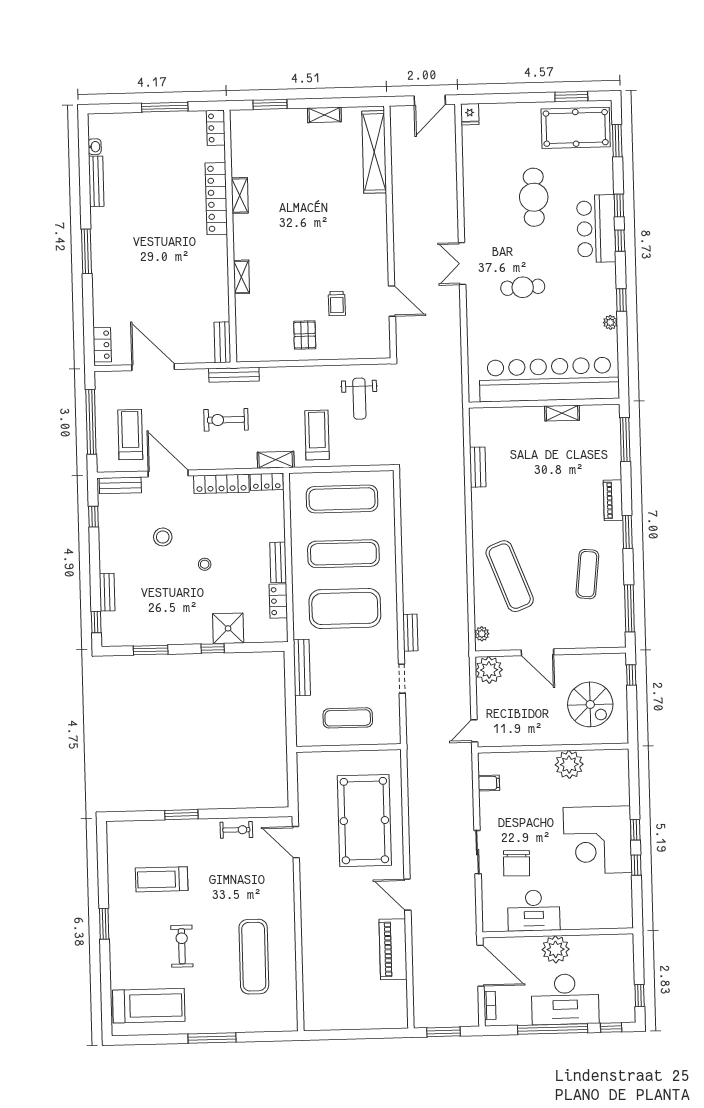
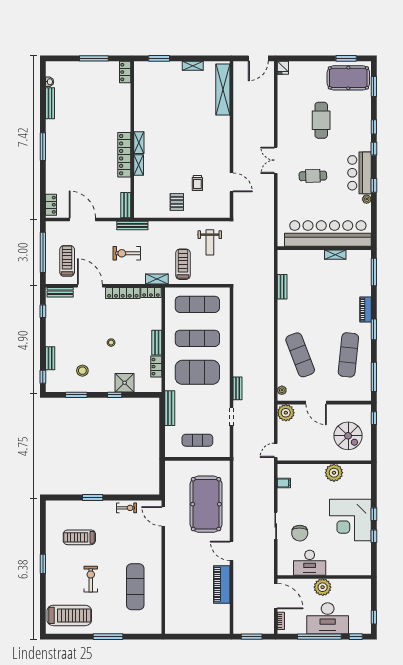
shelving: (240, 195) -> (139, 143), moved
locker: (216, 199) -> (124, 155), moved
bar counter: (596, 229) -> (359, 173), moved
stool: (163, 537) -> (82, 371), moved
exercise mat: (587, 574) -> (348, 355), width x1.36, depth x1.45

